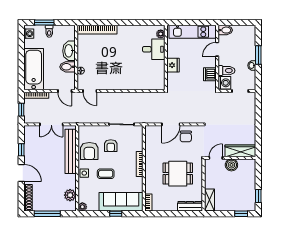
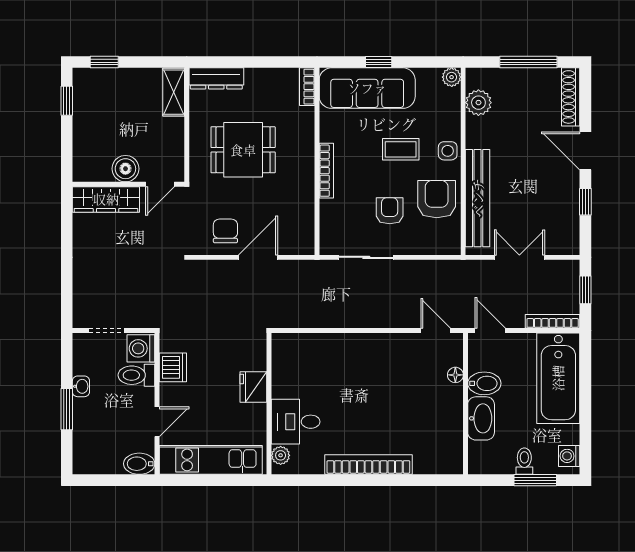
bookcase: (97, 30) -> (368, 465), moved

